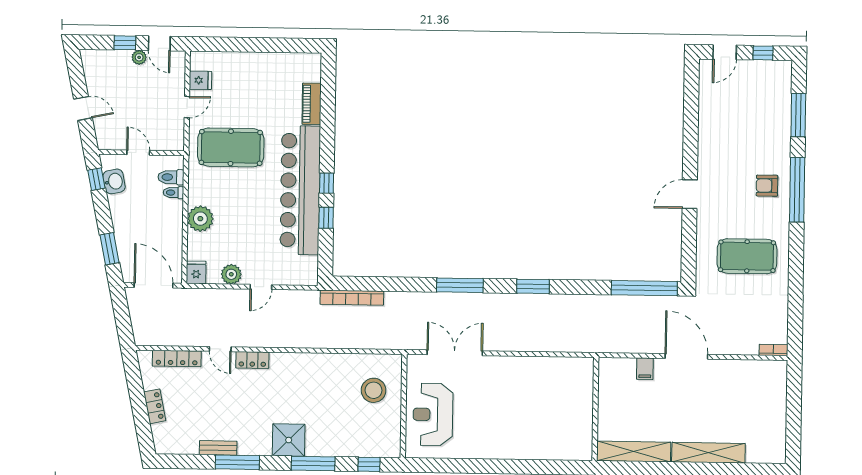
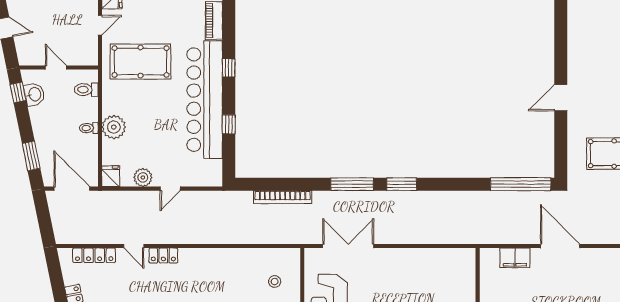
window: (327, 183) -> (229, 68), moved
toilet: (173, 193) -> (89, 128), moved
window: (533, 286) -> (402, 184), moved
bookcase: (352, 298) -> (283, 197), moved
filing cabinet: (645, 369) -> (515, 258), width x2.00
stool: (374, 390) -> (275, 282), width x0.53, depth x0.53

